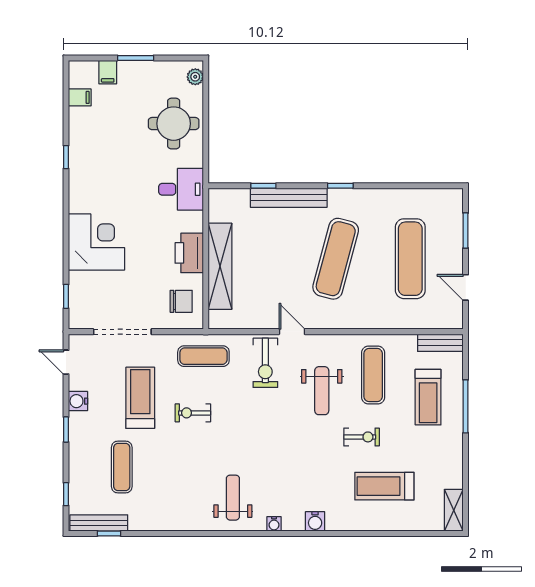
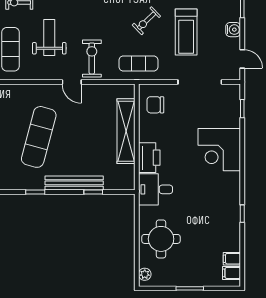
filing cabinet: (108, 72) -> (231, 273), moved, turned -90
printer: (189, 253) -> (149, 158), moved
exercise bike: (193, 413) -> (146, 21), turned 136

